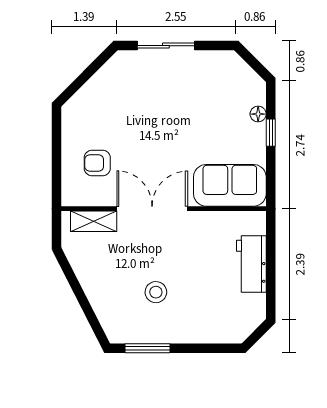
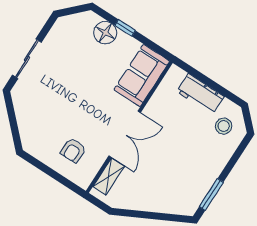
floor lamp: (258, 114) -> (105, 33), width x1.89, depth x1.89
double door: (152, 209) -> (125, 134), swing flipped
stool: (156, 292) -> (224, 126), moved

